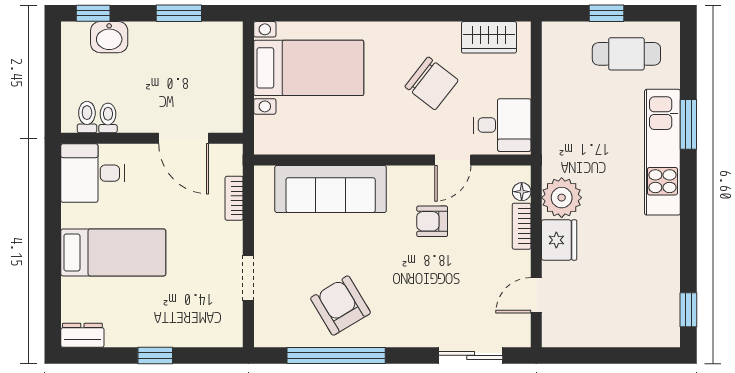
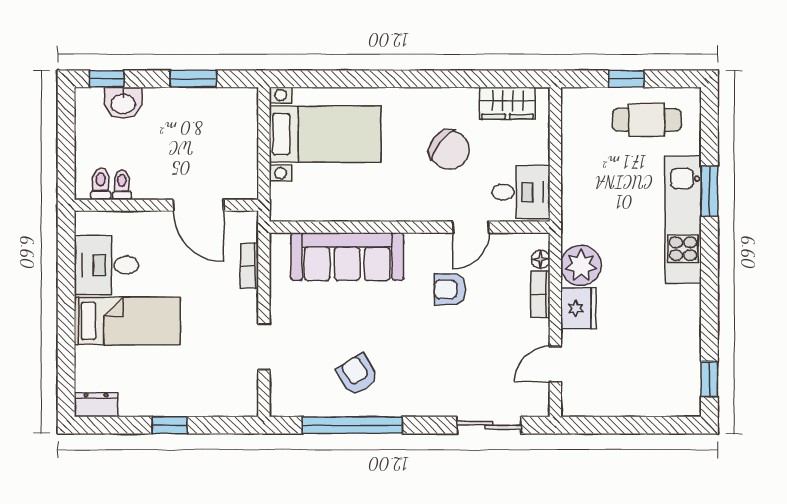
desk: (93, 173) -> (106, 265), moved
armchair: (341, 306) -> (357, 375), width x0.72, depth x0.72

